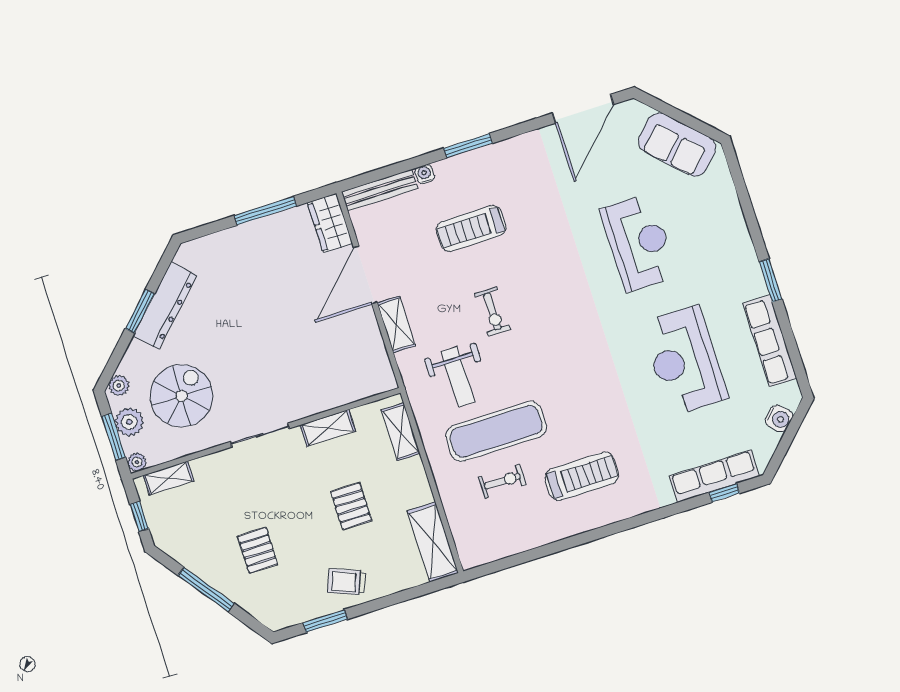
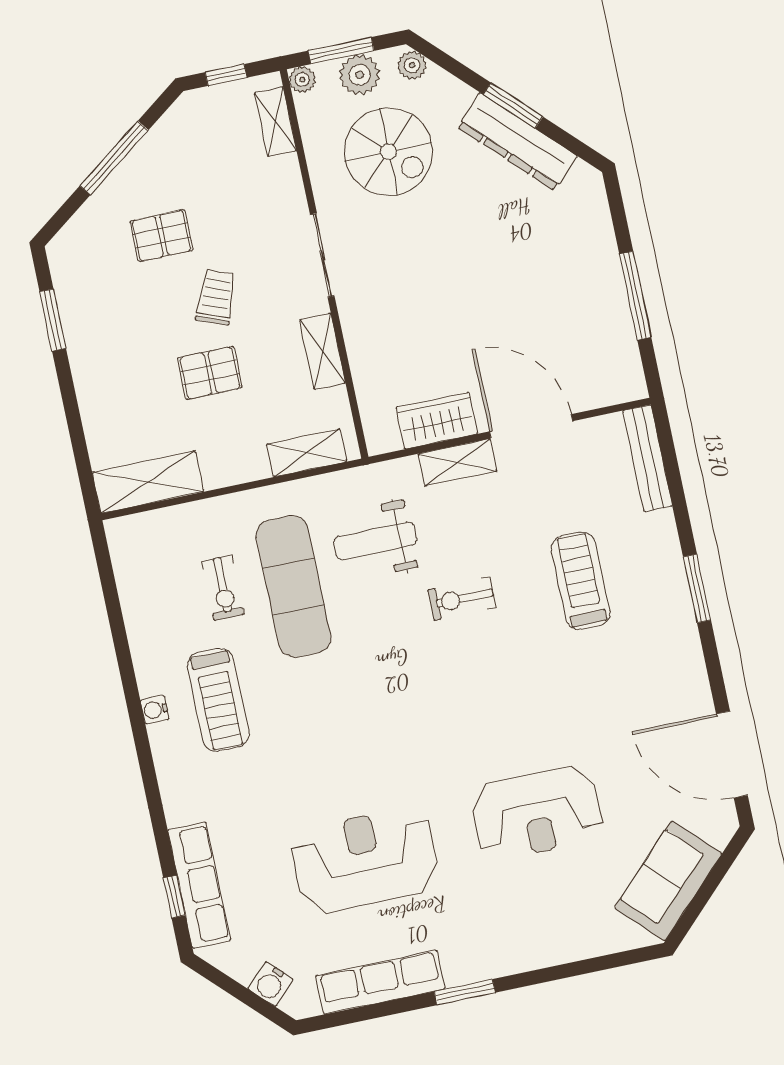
water cooler: (425, 174) -> (155, 710), moved, turned 180
wardrobe: (330, 223) -> (437, 421), moved
trolley: (346, 582) -> (216, 297), moved

